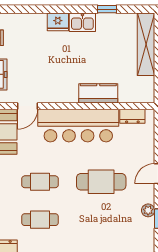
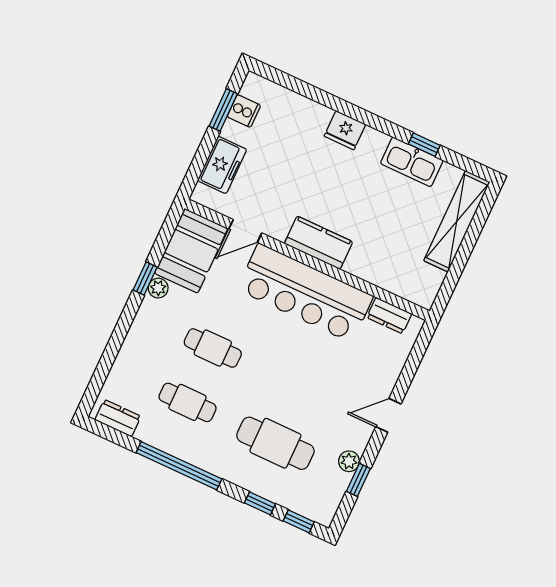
kitchen sink: (82, 22) -> (412, 162), moved, width x1.38
kitchen counter: (98, 93) -> (318, 243), moved
cafe table: (101, 182) -> (275, 443), moved

